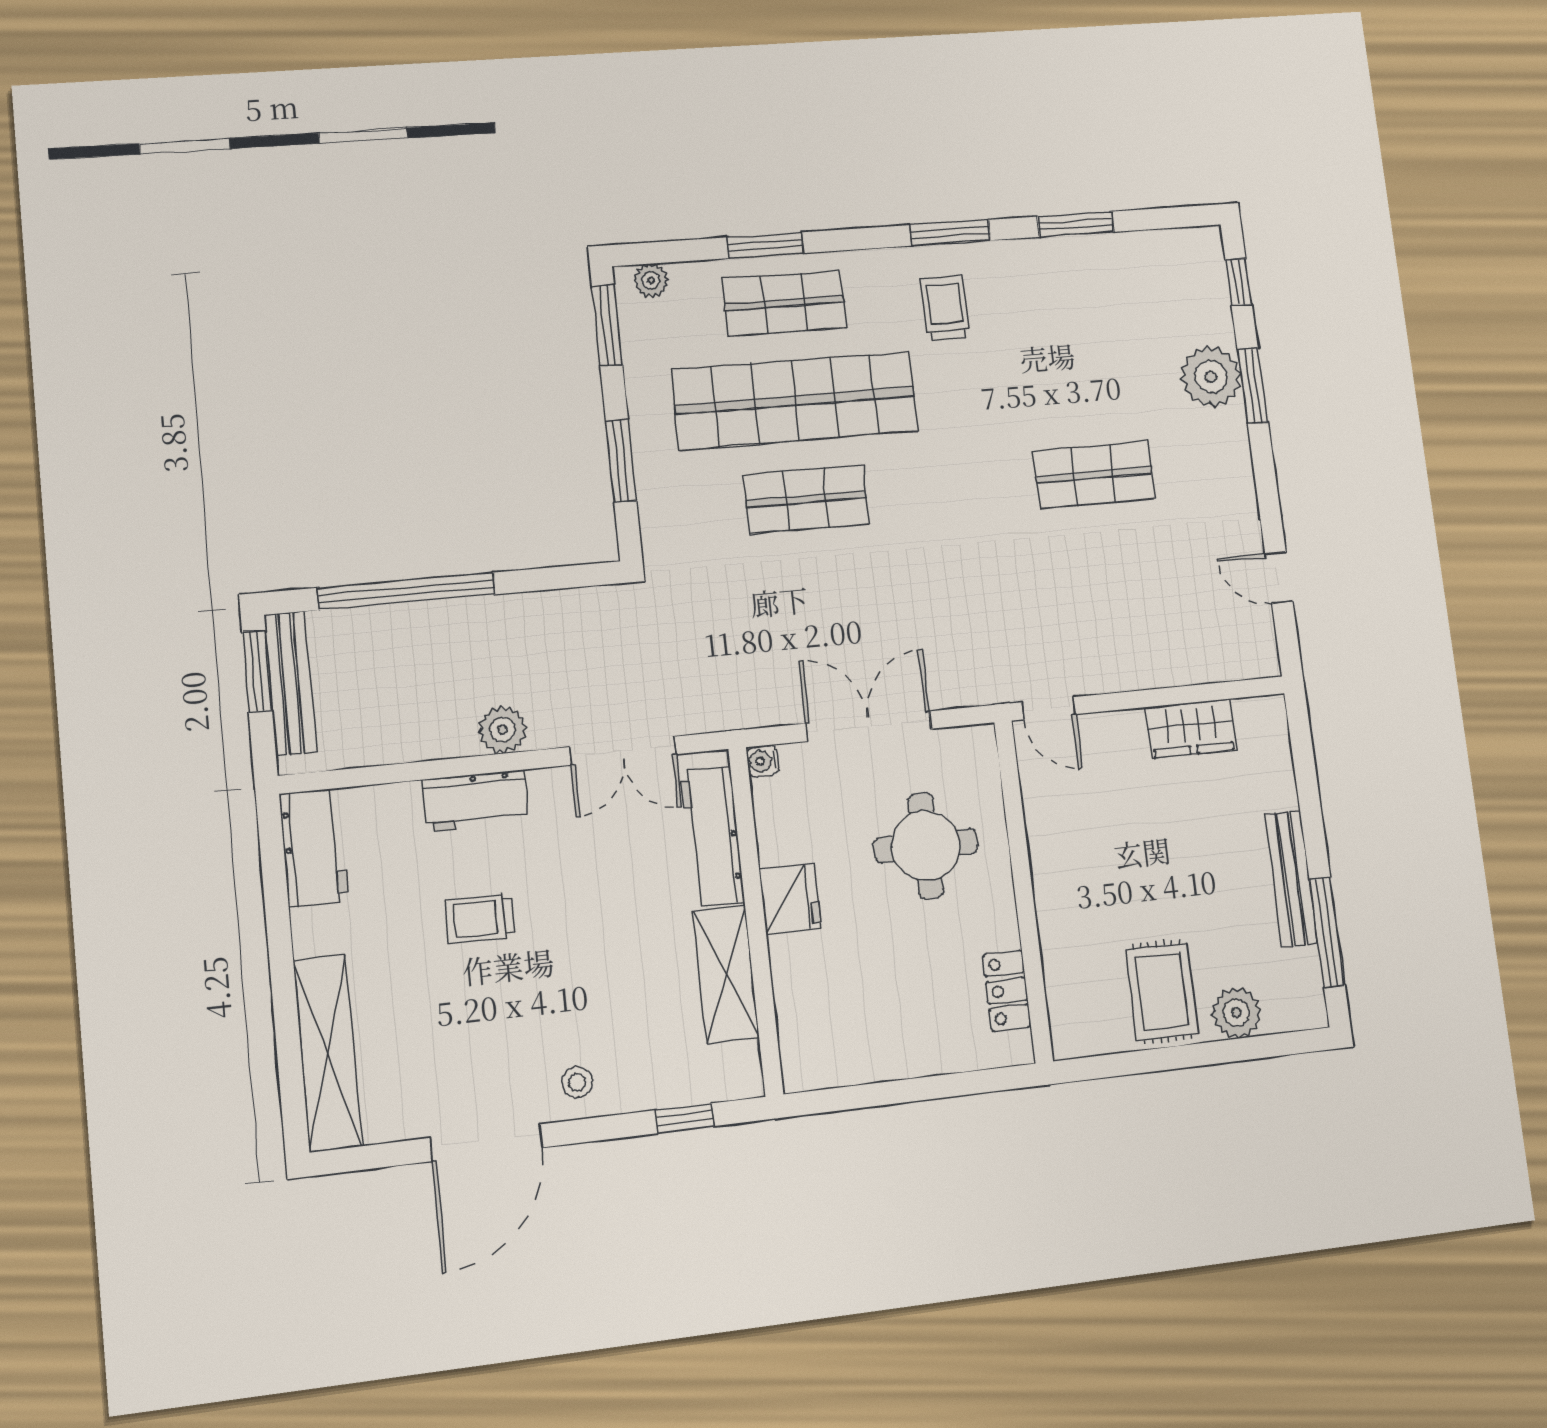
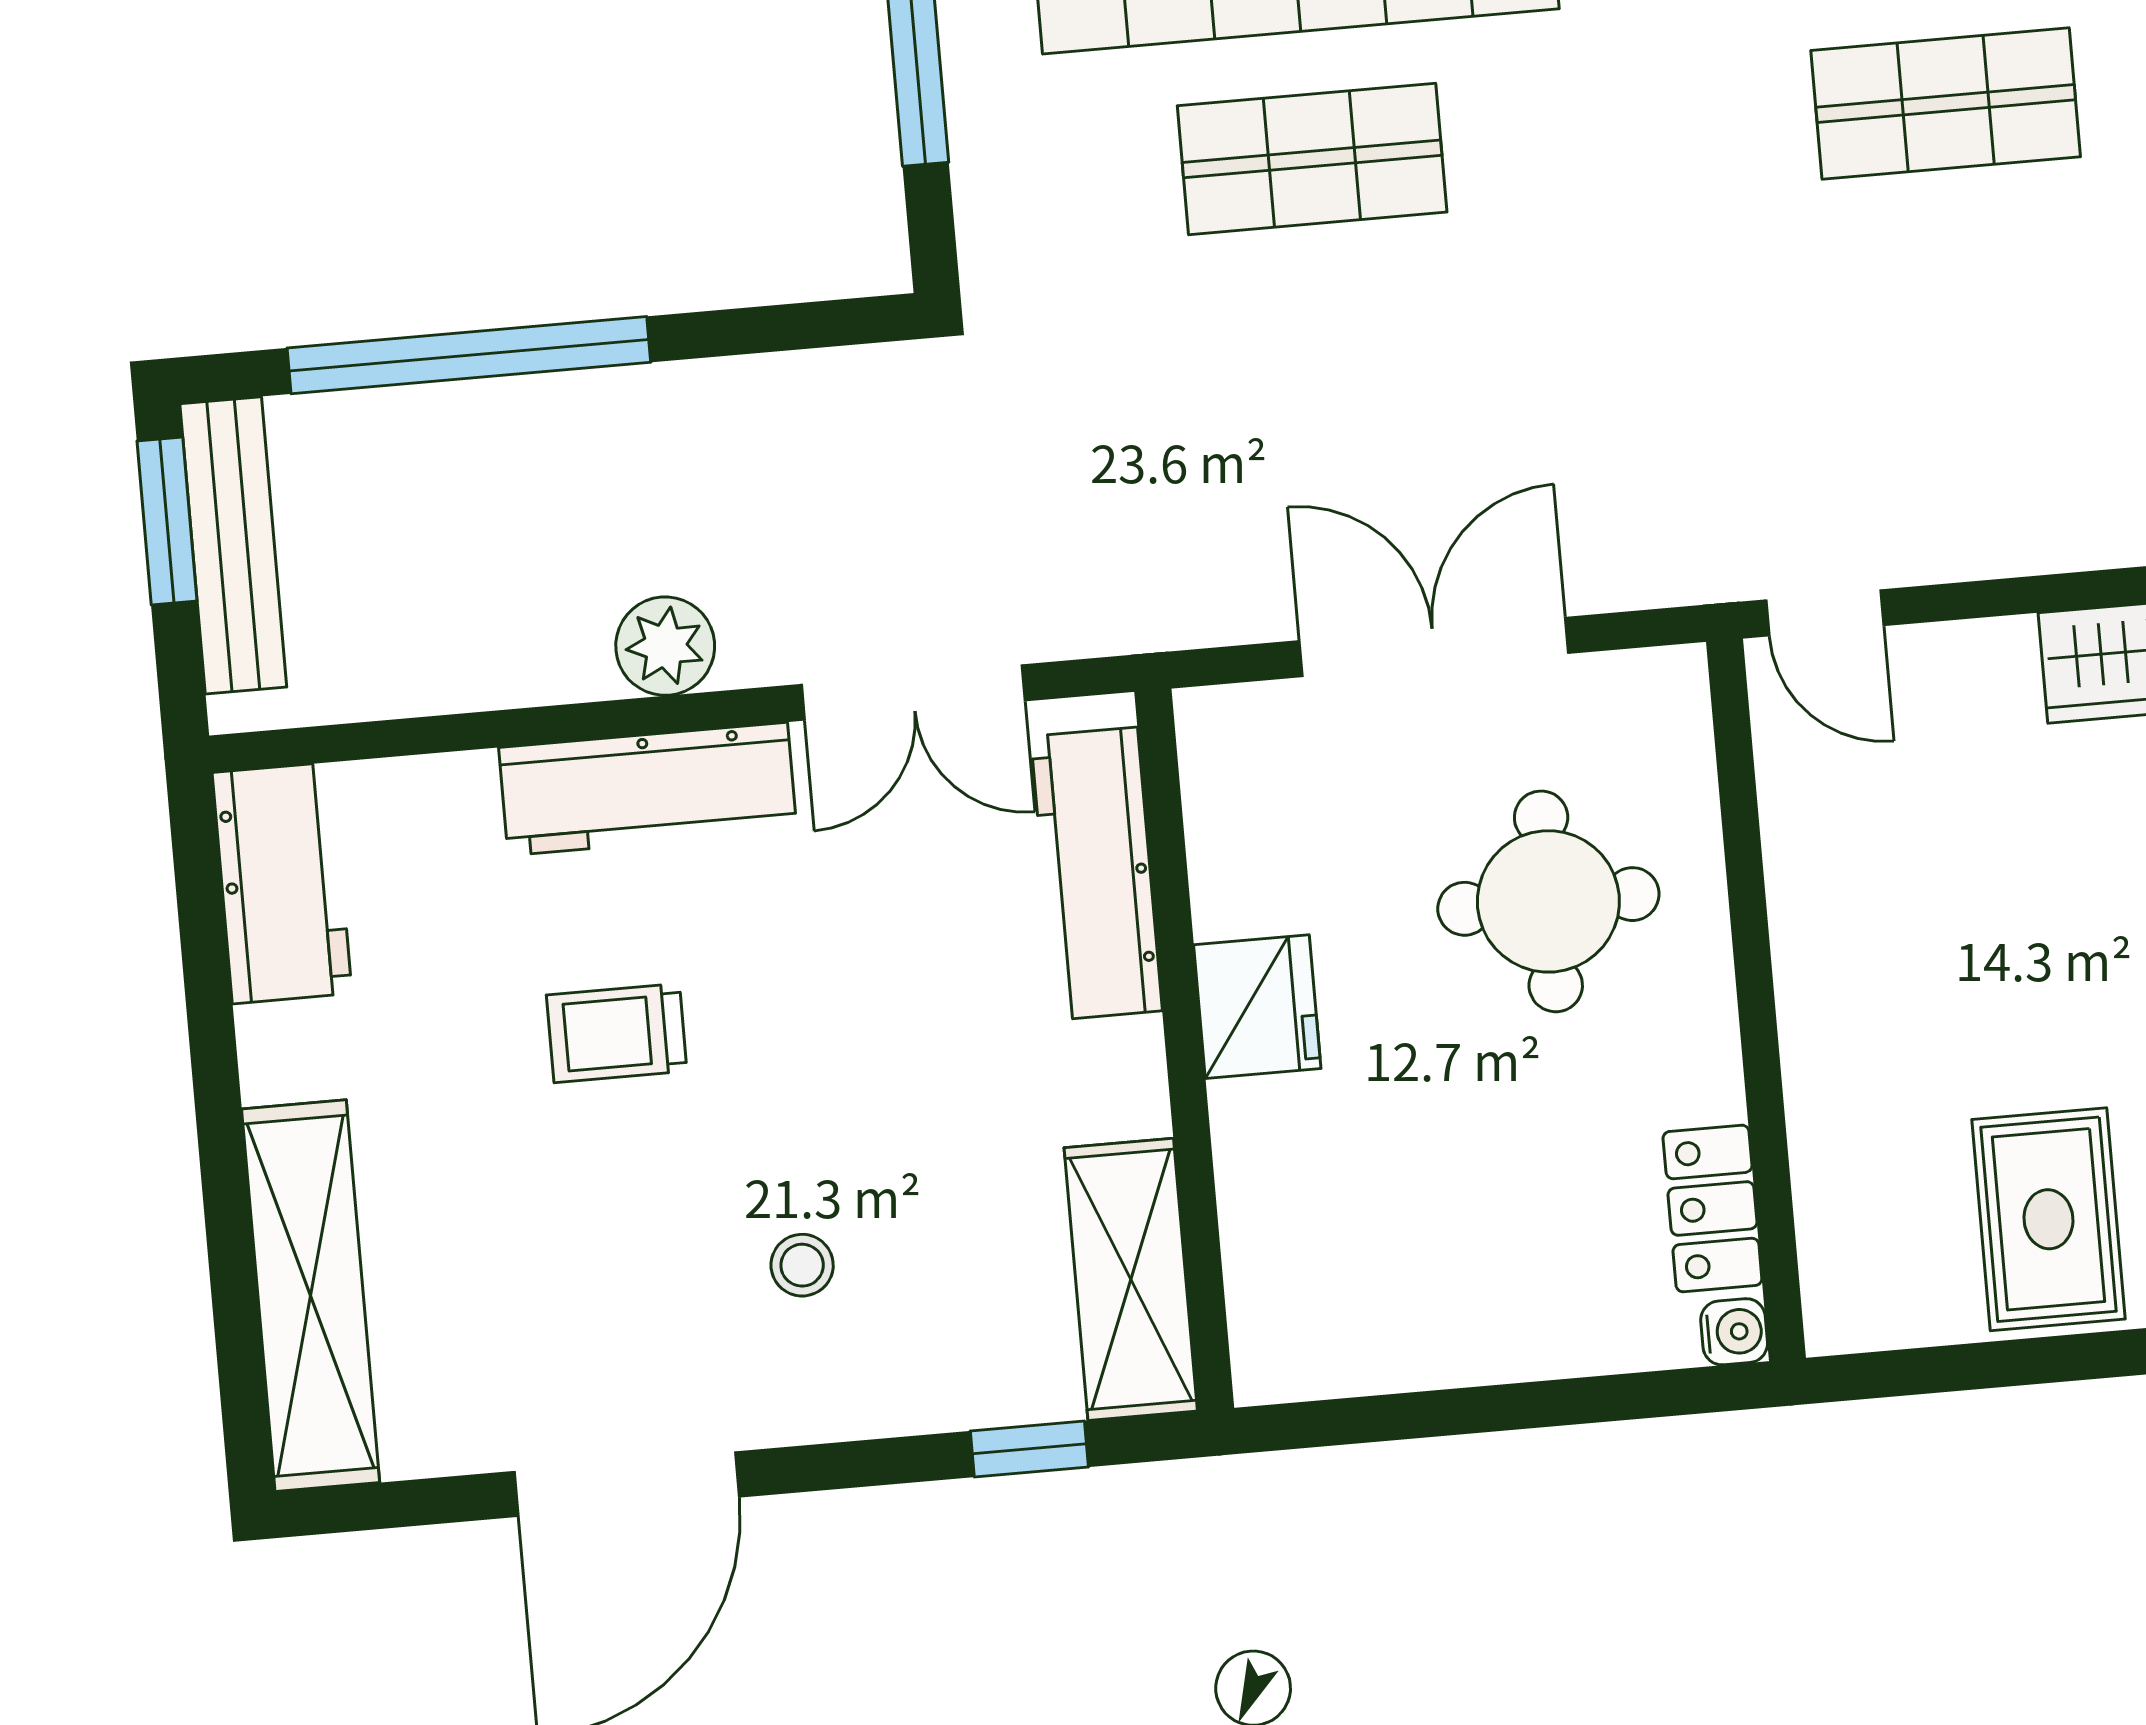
water cooler: (763, 761) -> (1734, 1332), moved, turned 180
workbench: (475, 801) -> (648, 789), width x1.38
shelving: (726, 974) -> (1131, 1279), moved
stool: (577, 1082) -> (802, 1265), moved

